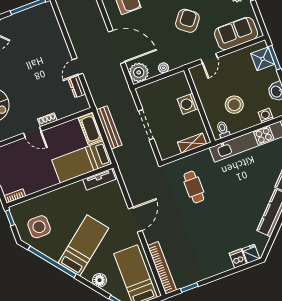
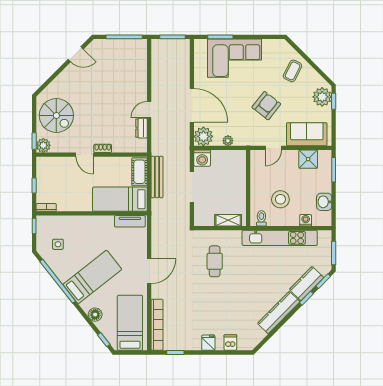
shower: (263, 59) -> (308, 159), moved
washing machine: (188, 104) -> (202, 158), moved, turned -90
side table: (39, 227) -> (58, 244), width x0.54, depth x0.54
fridge: (251, 254) -> (208, 343), moved

